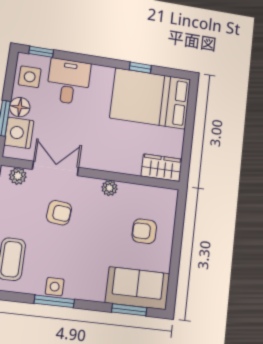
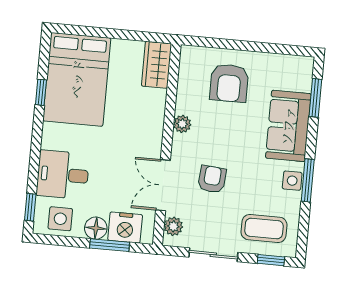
armchair: (144, 231) -> (229, 83), width x1.38, depth x1.38
sofa: (138, 288) -> (288, 126), moved

